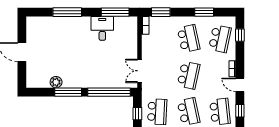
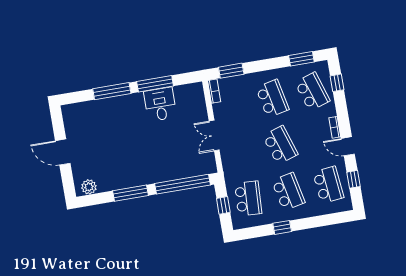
window: (115, 12) -> (155, 84), moved
window: (204, 12) -> (301, 59), moved
school desk: (220, 39) -> (312, 92), turned -30
double door: (139, 71) -> (214, 136), moved
school desk: (189, 75) -> (280, 145), turned -30
plant: (56, 82) -> (89, 187), moved

